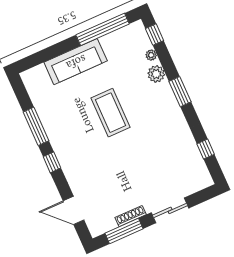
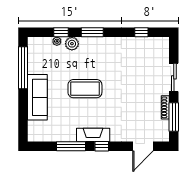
window: (154, 35) -> (61, 32), moved
fireplace: (61, 146) -> (93, 135), added

